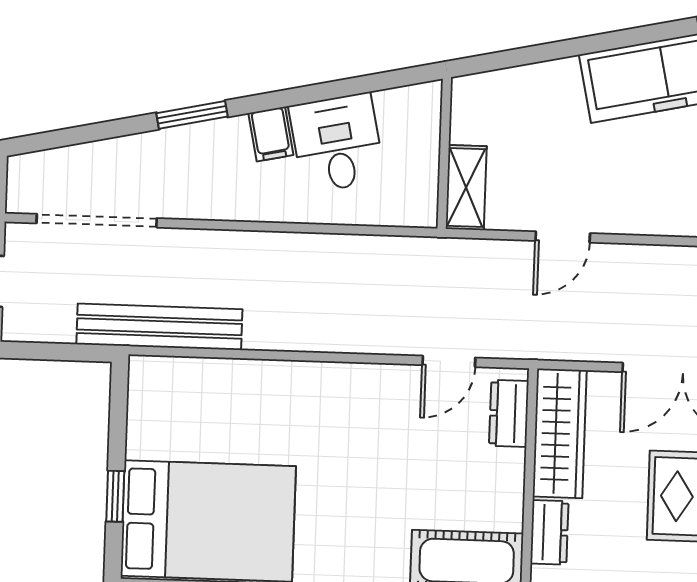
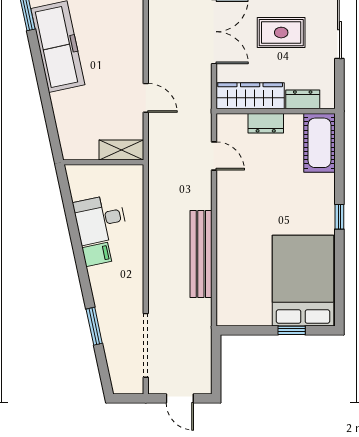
window: (192, 115) -> (94, 326), moved
bench: (159, 327) -> (201, 254), moved
dresser: (509, 413) -> (266, 123), moved

